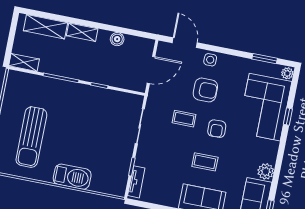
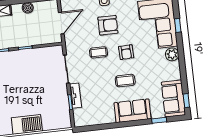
plant: (266, 171) -> (172, 54), moved
tv unit: (136, 182) -> (75, 96), moved

